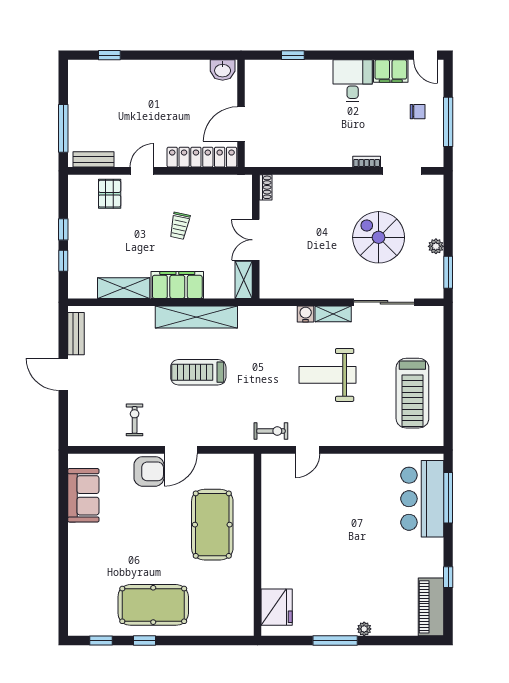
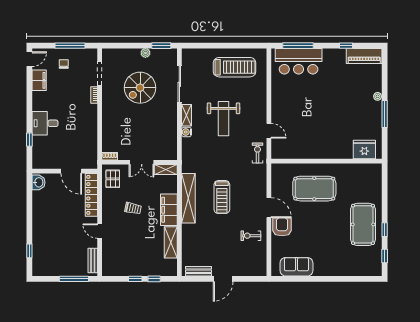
desk: (353, 81) -> (45, 123), moved
pallet: (110, 194) -> (113, 179), moved, turned 90

